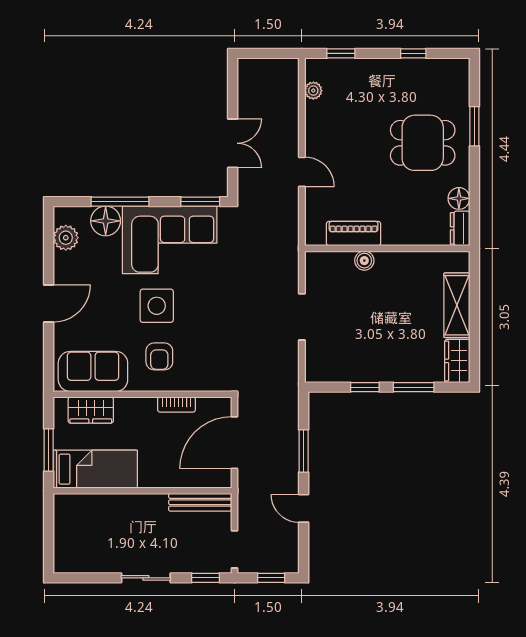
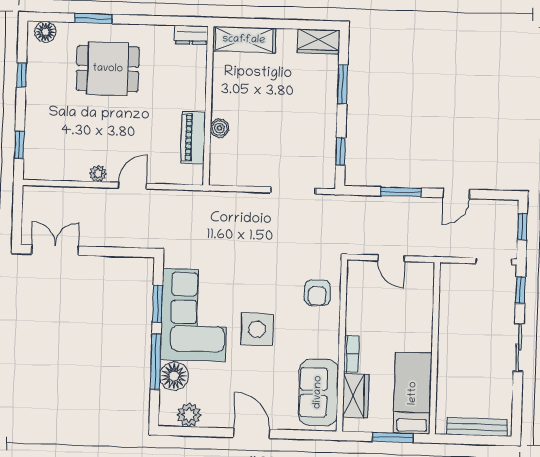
plant: (313, 91) -> (98, 174), moved
double door: (233, 143) -> (55, 250), moved
dining table: (423, 143) -> (108, 69), turned 90
floor lamp: (459, 198) -> (45, 32), moved
window: (200, 202) -> (157, 304), moved
shelving: (457, 305) -> (244, 40), moved
doorway: (302, 317) -> (293, 190), moved
armchair: (159, 356) -> (317, 293), moved, turned 90
window: (365, 387) -> (341, 151), moved
bookcase: (176, 404) -> (351, 354), moved
door: (235, 443) -> (391, 258), width x0.53
bench: (200, 502) -> (477, 427), moved, turned 90

